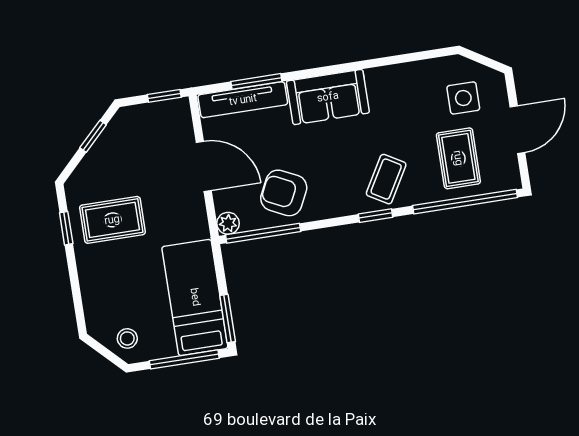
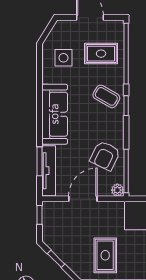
sofa: (328, 97) -> (55, 114), width x1.36
side table: (463, 98) -> (63, 58), moved

